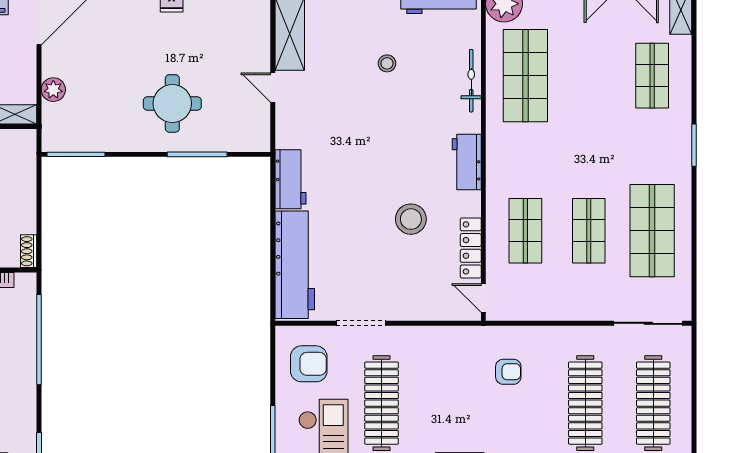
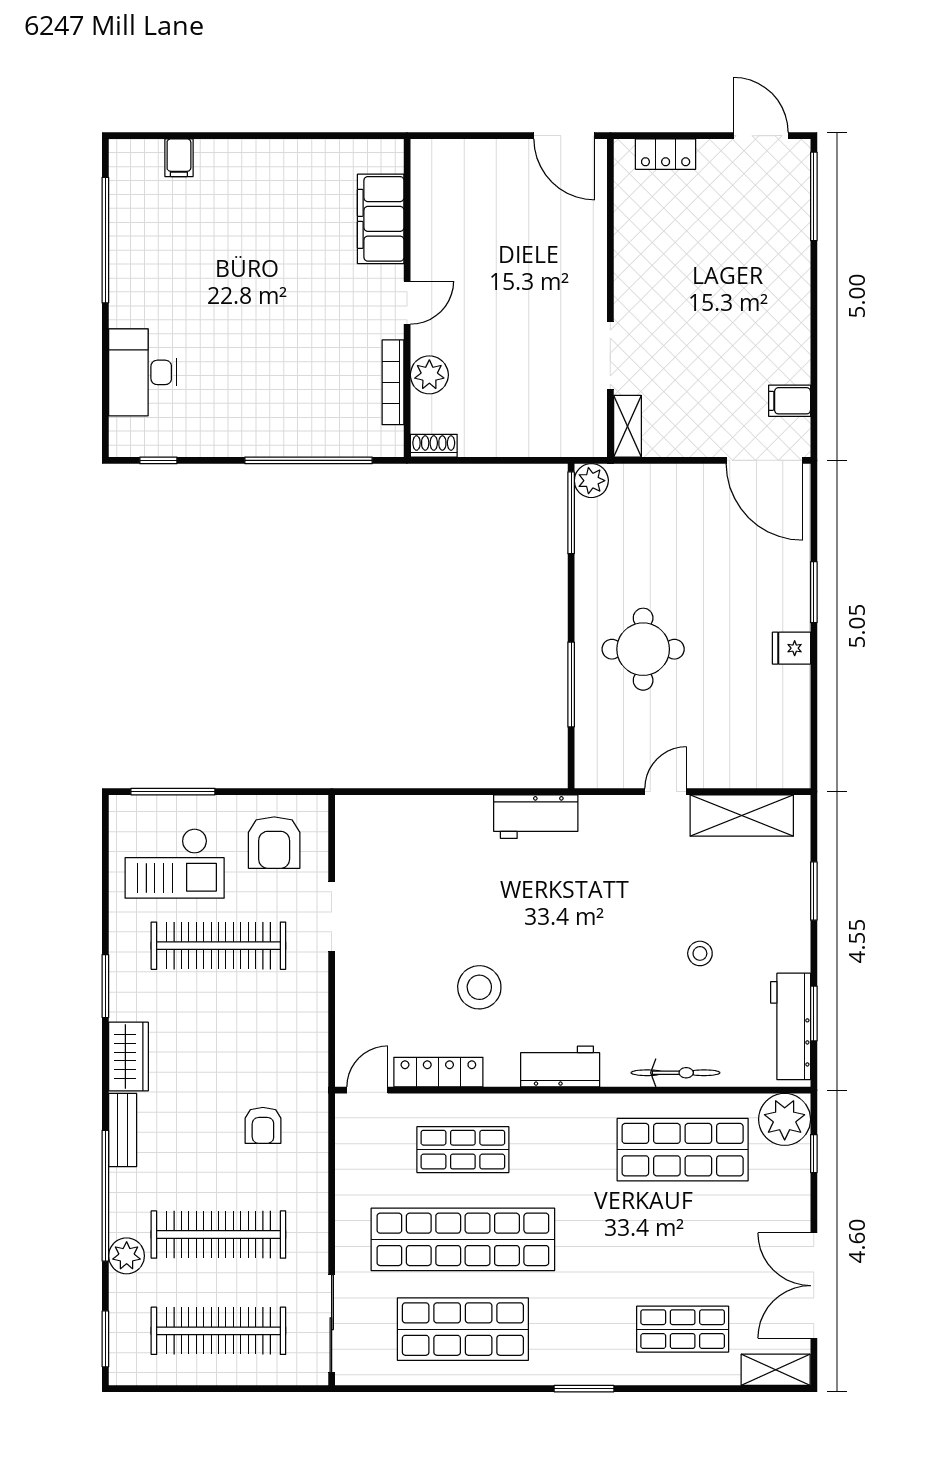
plant: (53, 90) -> (591, 481), moved
shop shelf: (589, 231) -> (463, 1239), width x2.00, depth x1.36
workbench: (295, 265) -> (415, 823), removed

